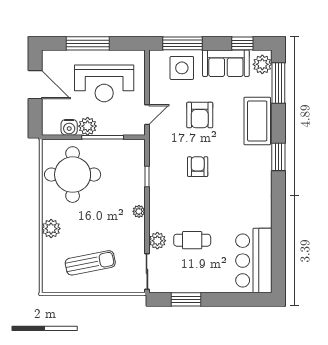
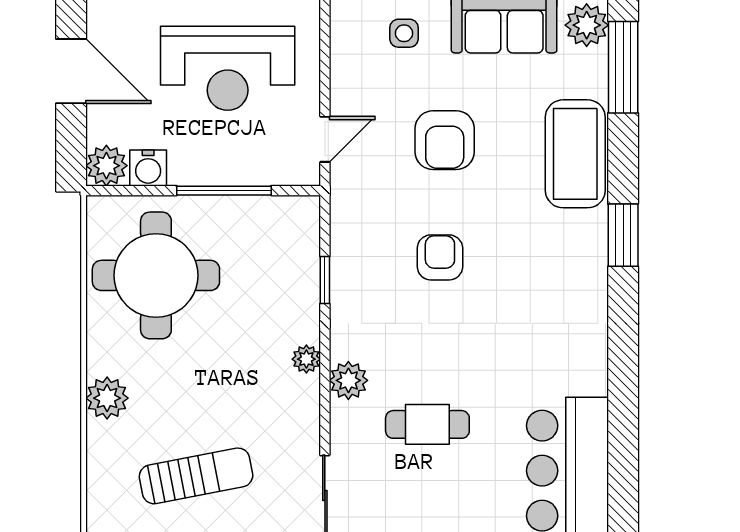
side table: (182, 68) -> (404, 33), width x0.54, depth x0.54
plant: (88, 126) -> (106, 166), moved
plant: (157, 241) -> (348, 380), moved

